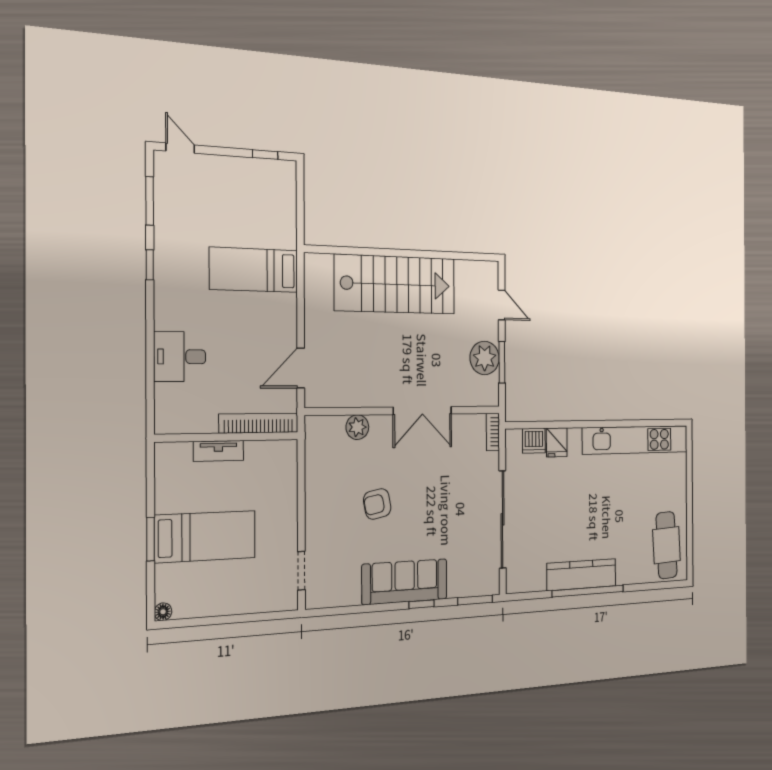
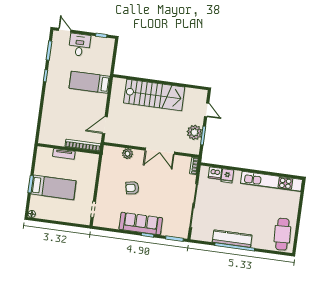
desk: (180, 357) -> (80, 45), moved, turned 90

